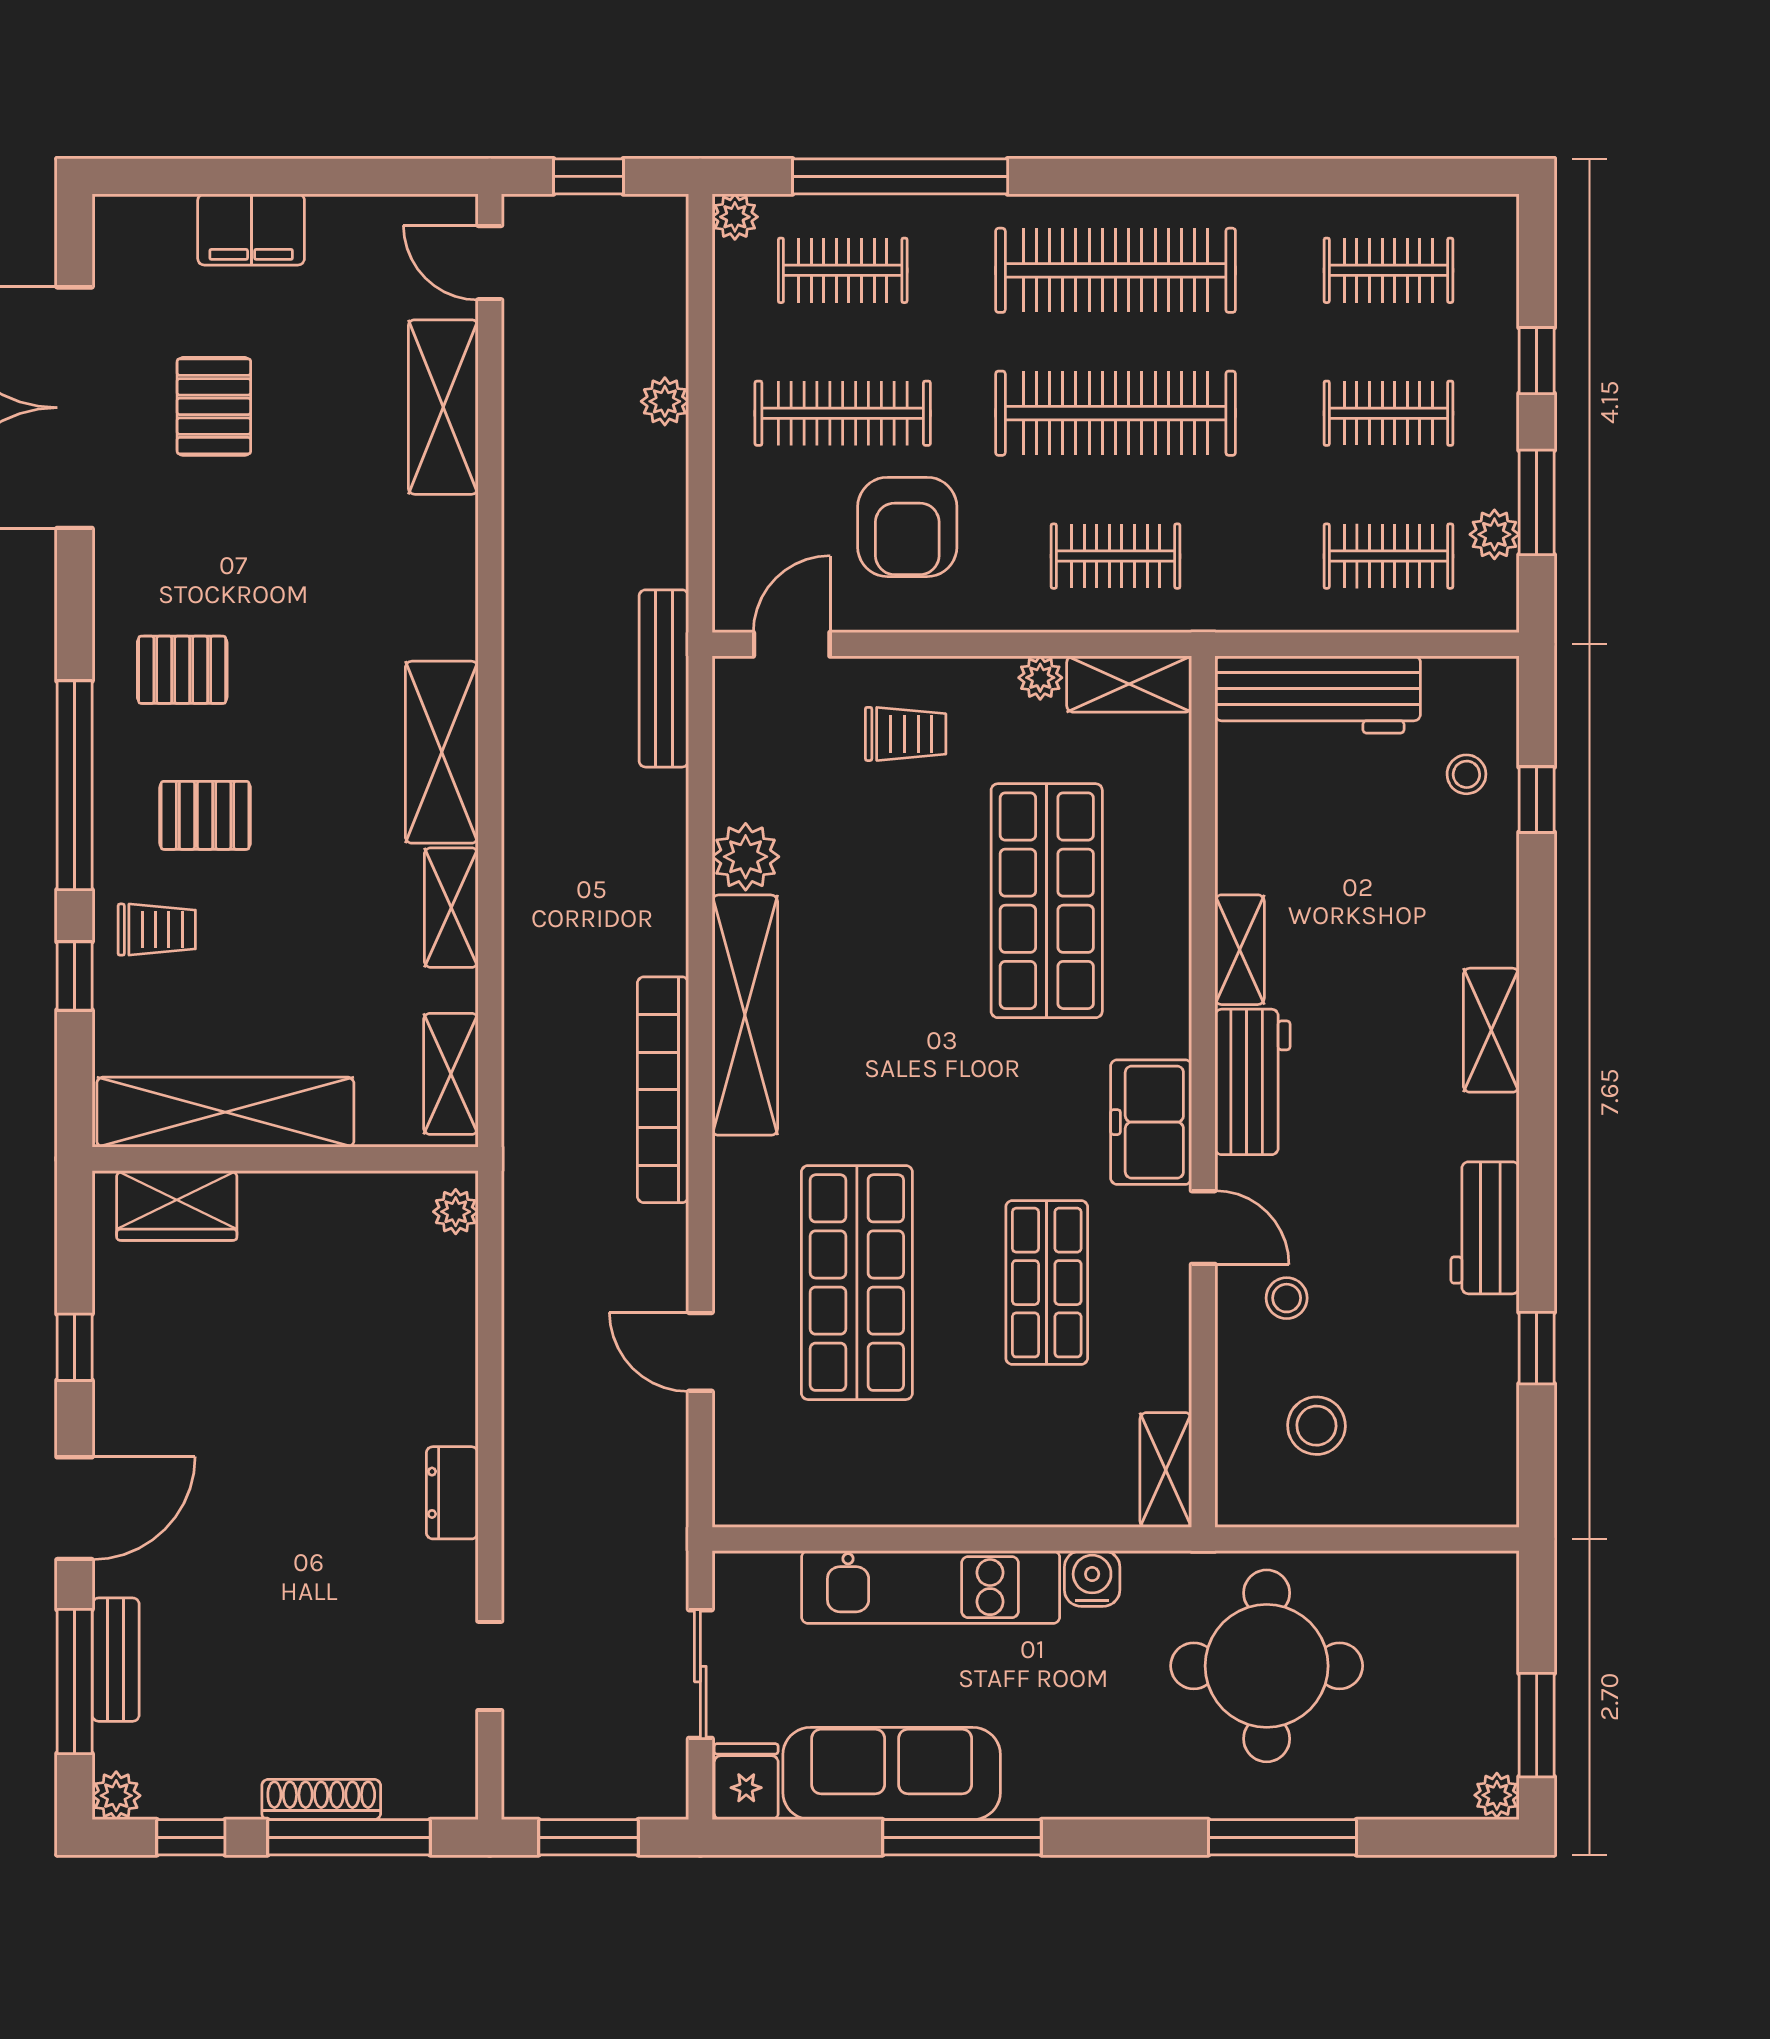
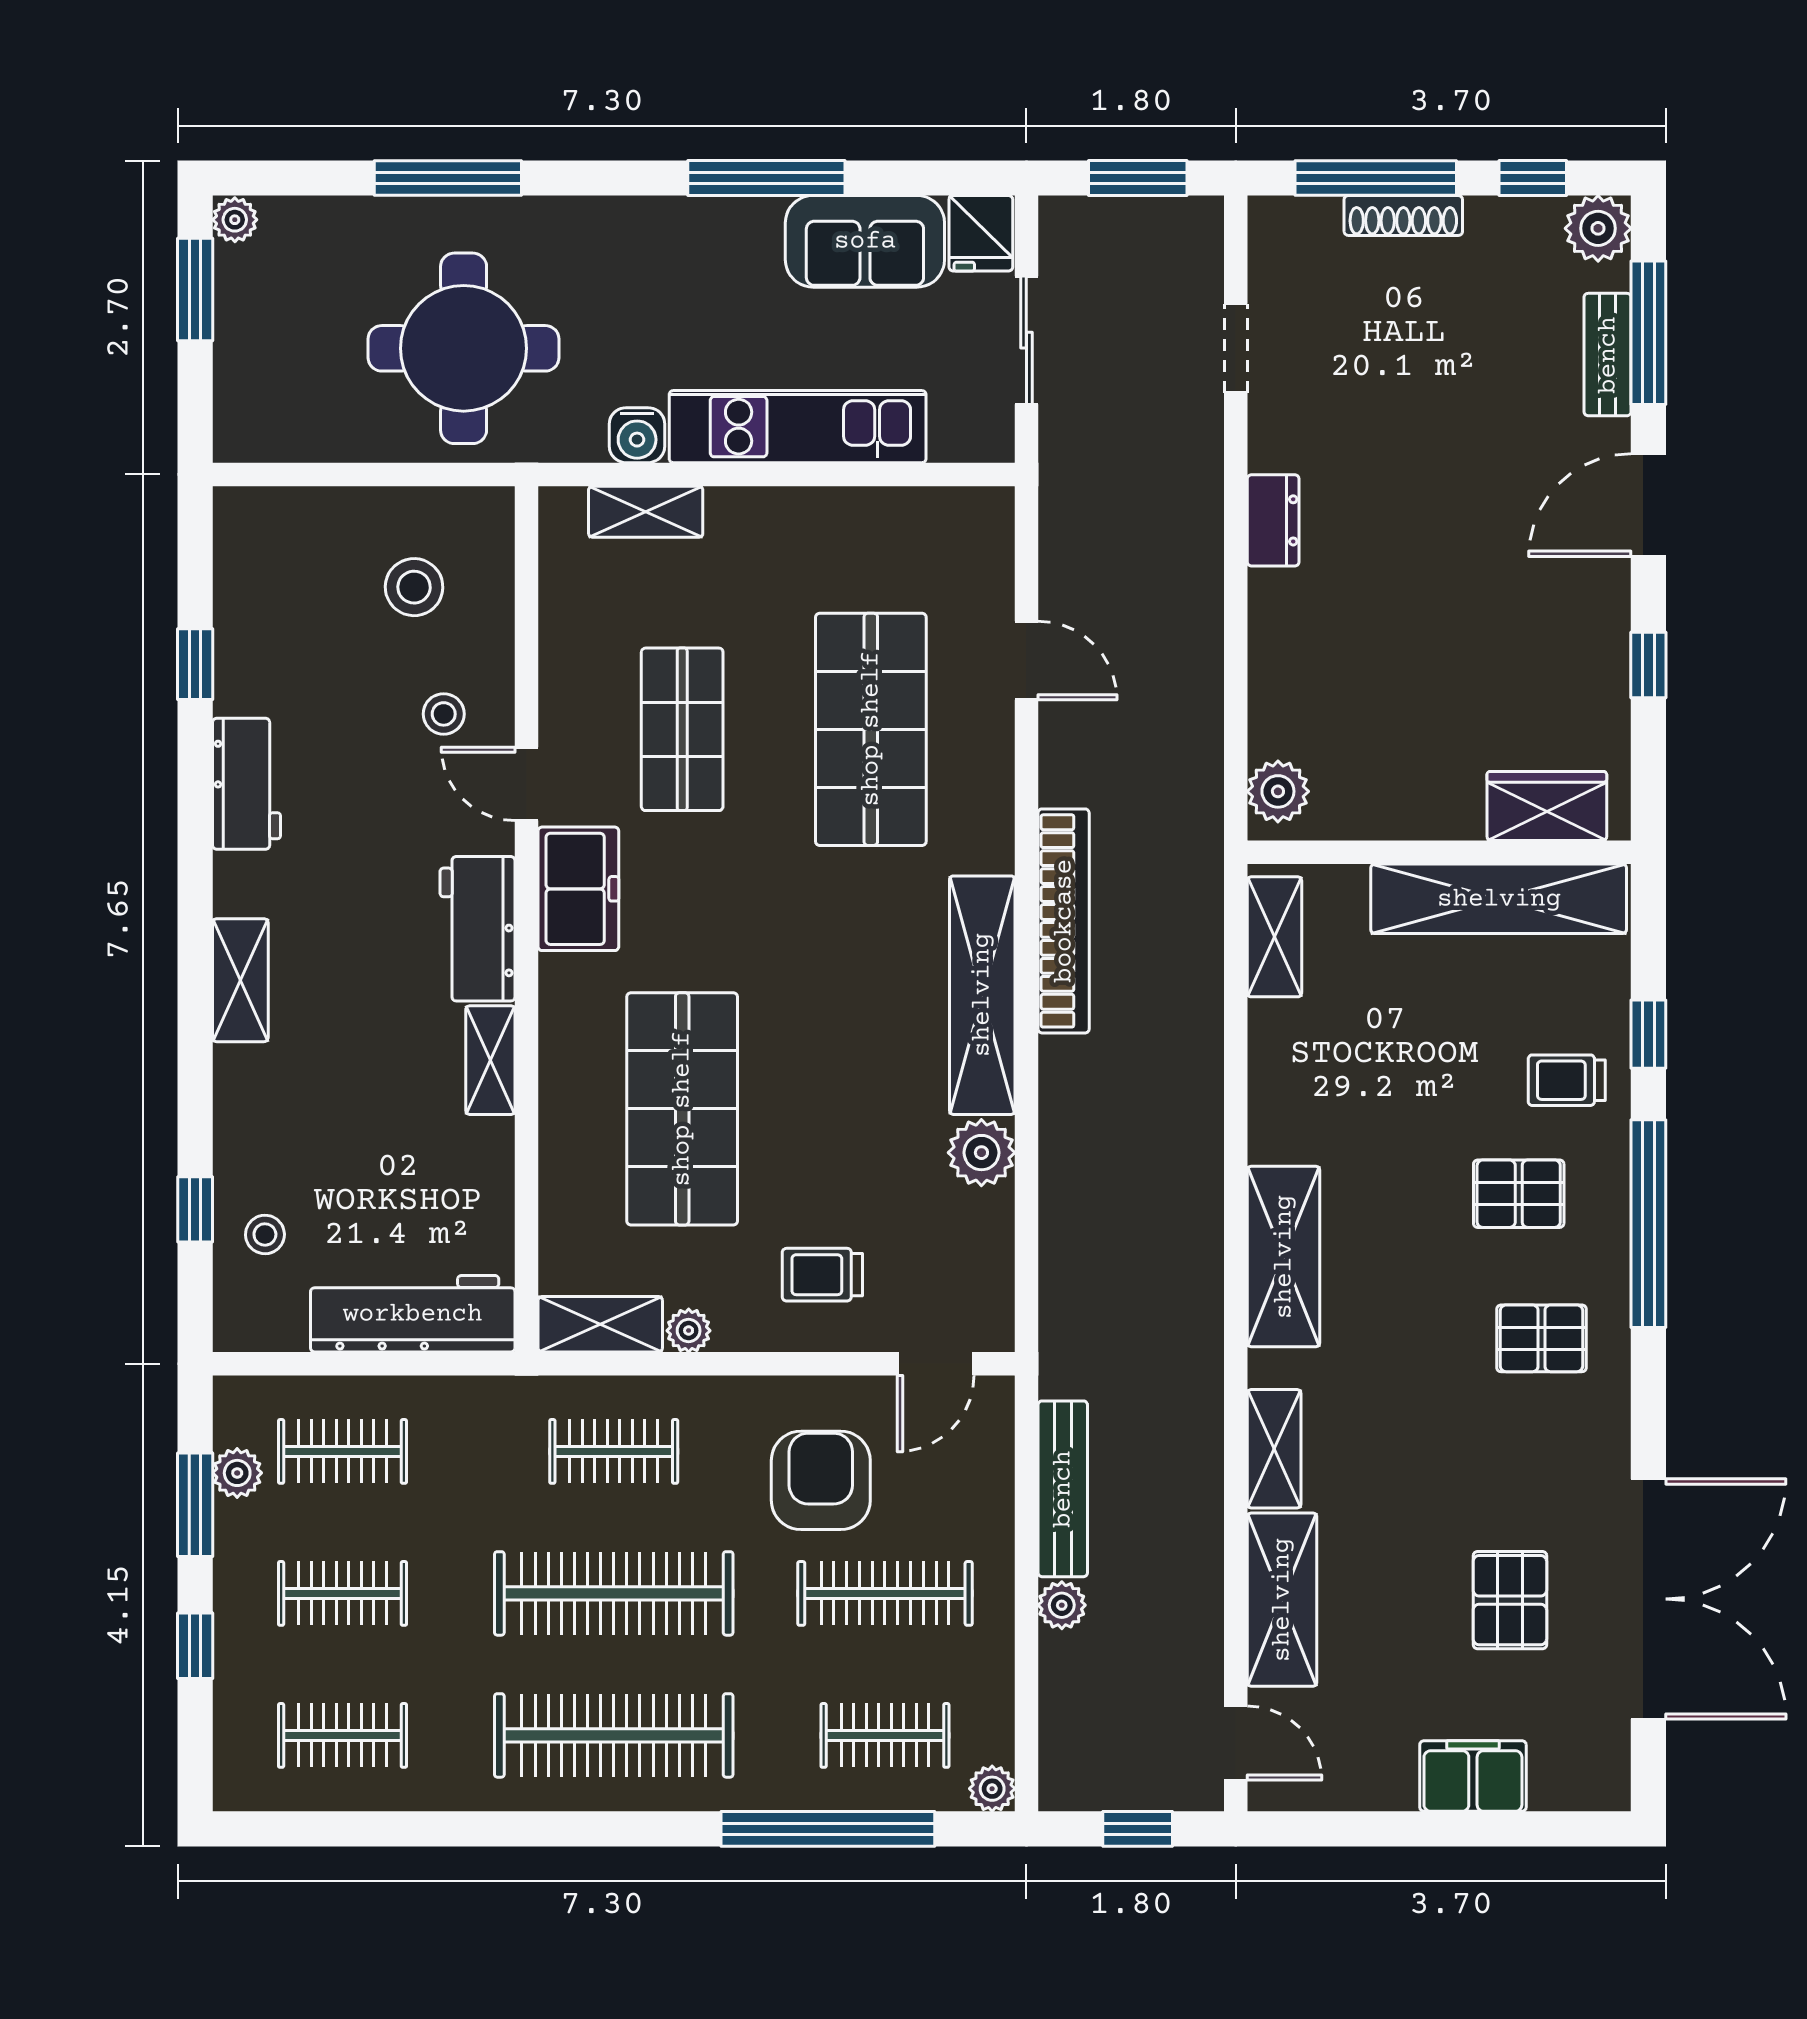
bench: (664, 678) -> (1063, 1489), moved
shelving: (451, 908) -> (1274, 1449), moved
plant: (456, 1212) -> (1278, 791), width x1.38, depth x1.38
shelving: (1166, 1470) -> (646, 512), moved, turned 90
sofa: (892, 1774) -> (865, 241), width x0.73
plant: (116, 1796) -> (1598, 228), width x1.38, depth x1.38

